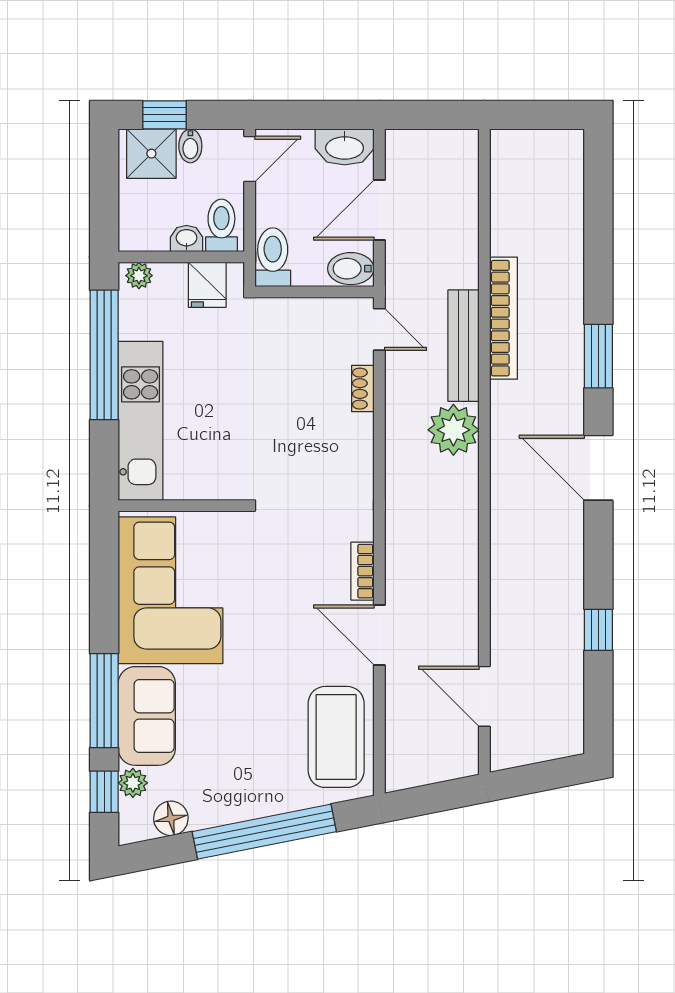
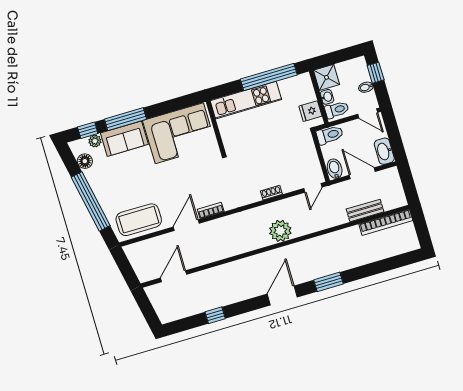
shower: (151, 154) -> (326, 77), moved
plant: (139, 276) -> (306, 82), removed
bookcase: (504, 318) -> (386, 222), moved
bench: (464, 346) -> (365, 210), moved, width x0.73
shoe rack: (363, 389) -> (271, 193), moved

